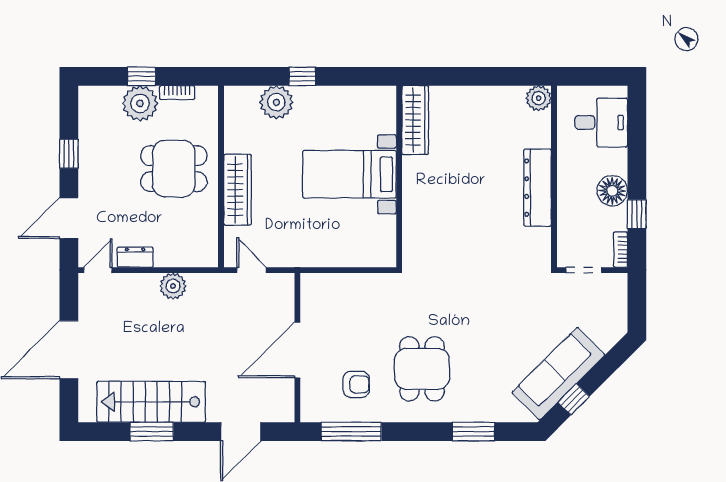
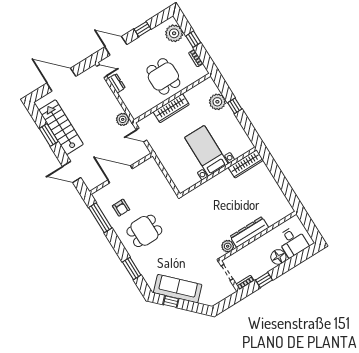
plant: (539, 98) -> (228, 246), moved
plant: (140, 103) -> (174, 33), moved
floor lamp: (612, 191) -> (278, 257), moved
door: (252, 270) -> (141, 135), swing flipped
plant: (173, 286) -> (123, 119), moved

